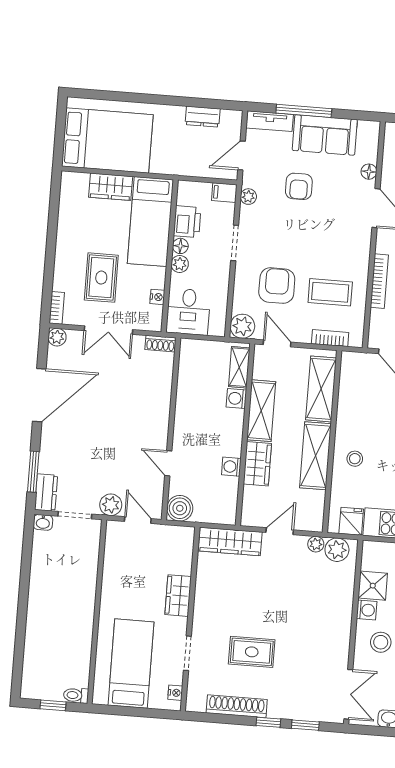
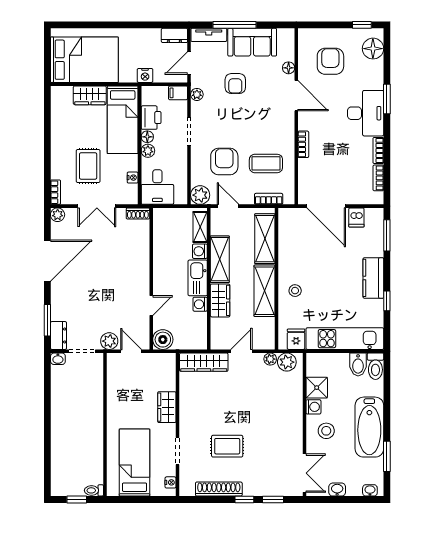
dresser: (203, 117) -> (174, 35), moved
nightstand: (184, 167) -> (145, 75), added
bookcase: (379, 281) -> (303, 144), width x0.64
kitchen sink: (231, 432) -> (198, 278), added
door: (168, 463) -> (151, 305), swing flipped

